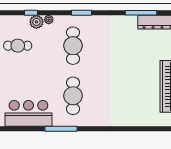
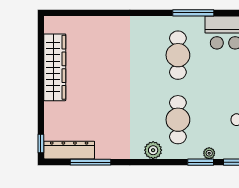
window: (81, 13) -> (201, 162), moved
plant: (36, 22) -> (153, 150), moved

